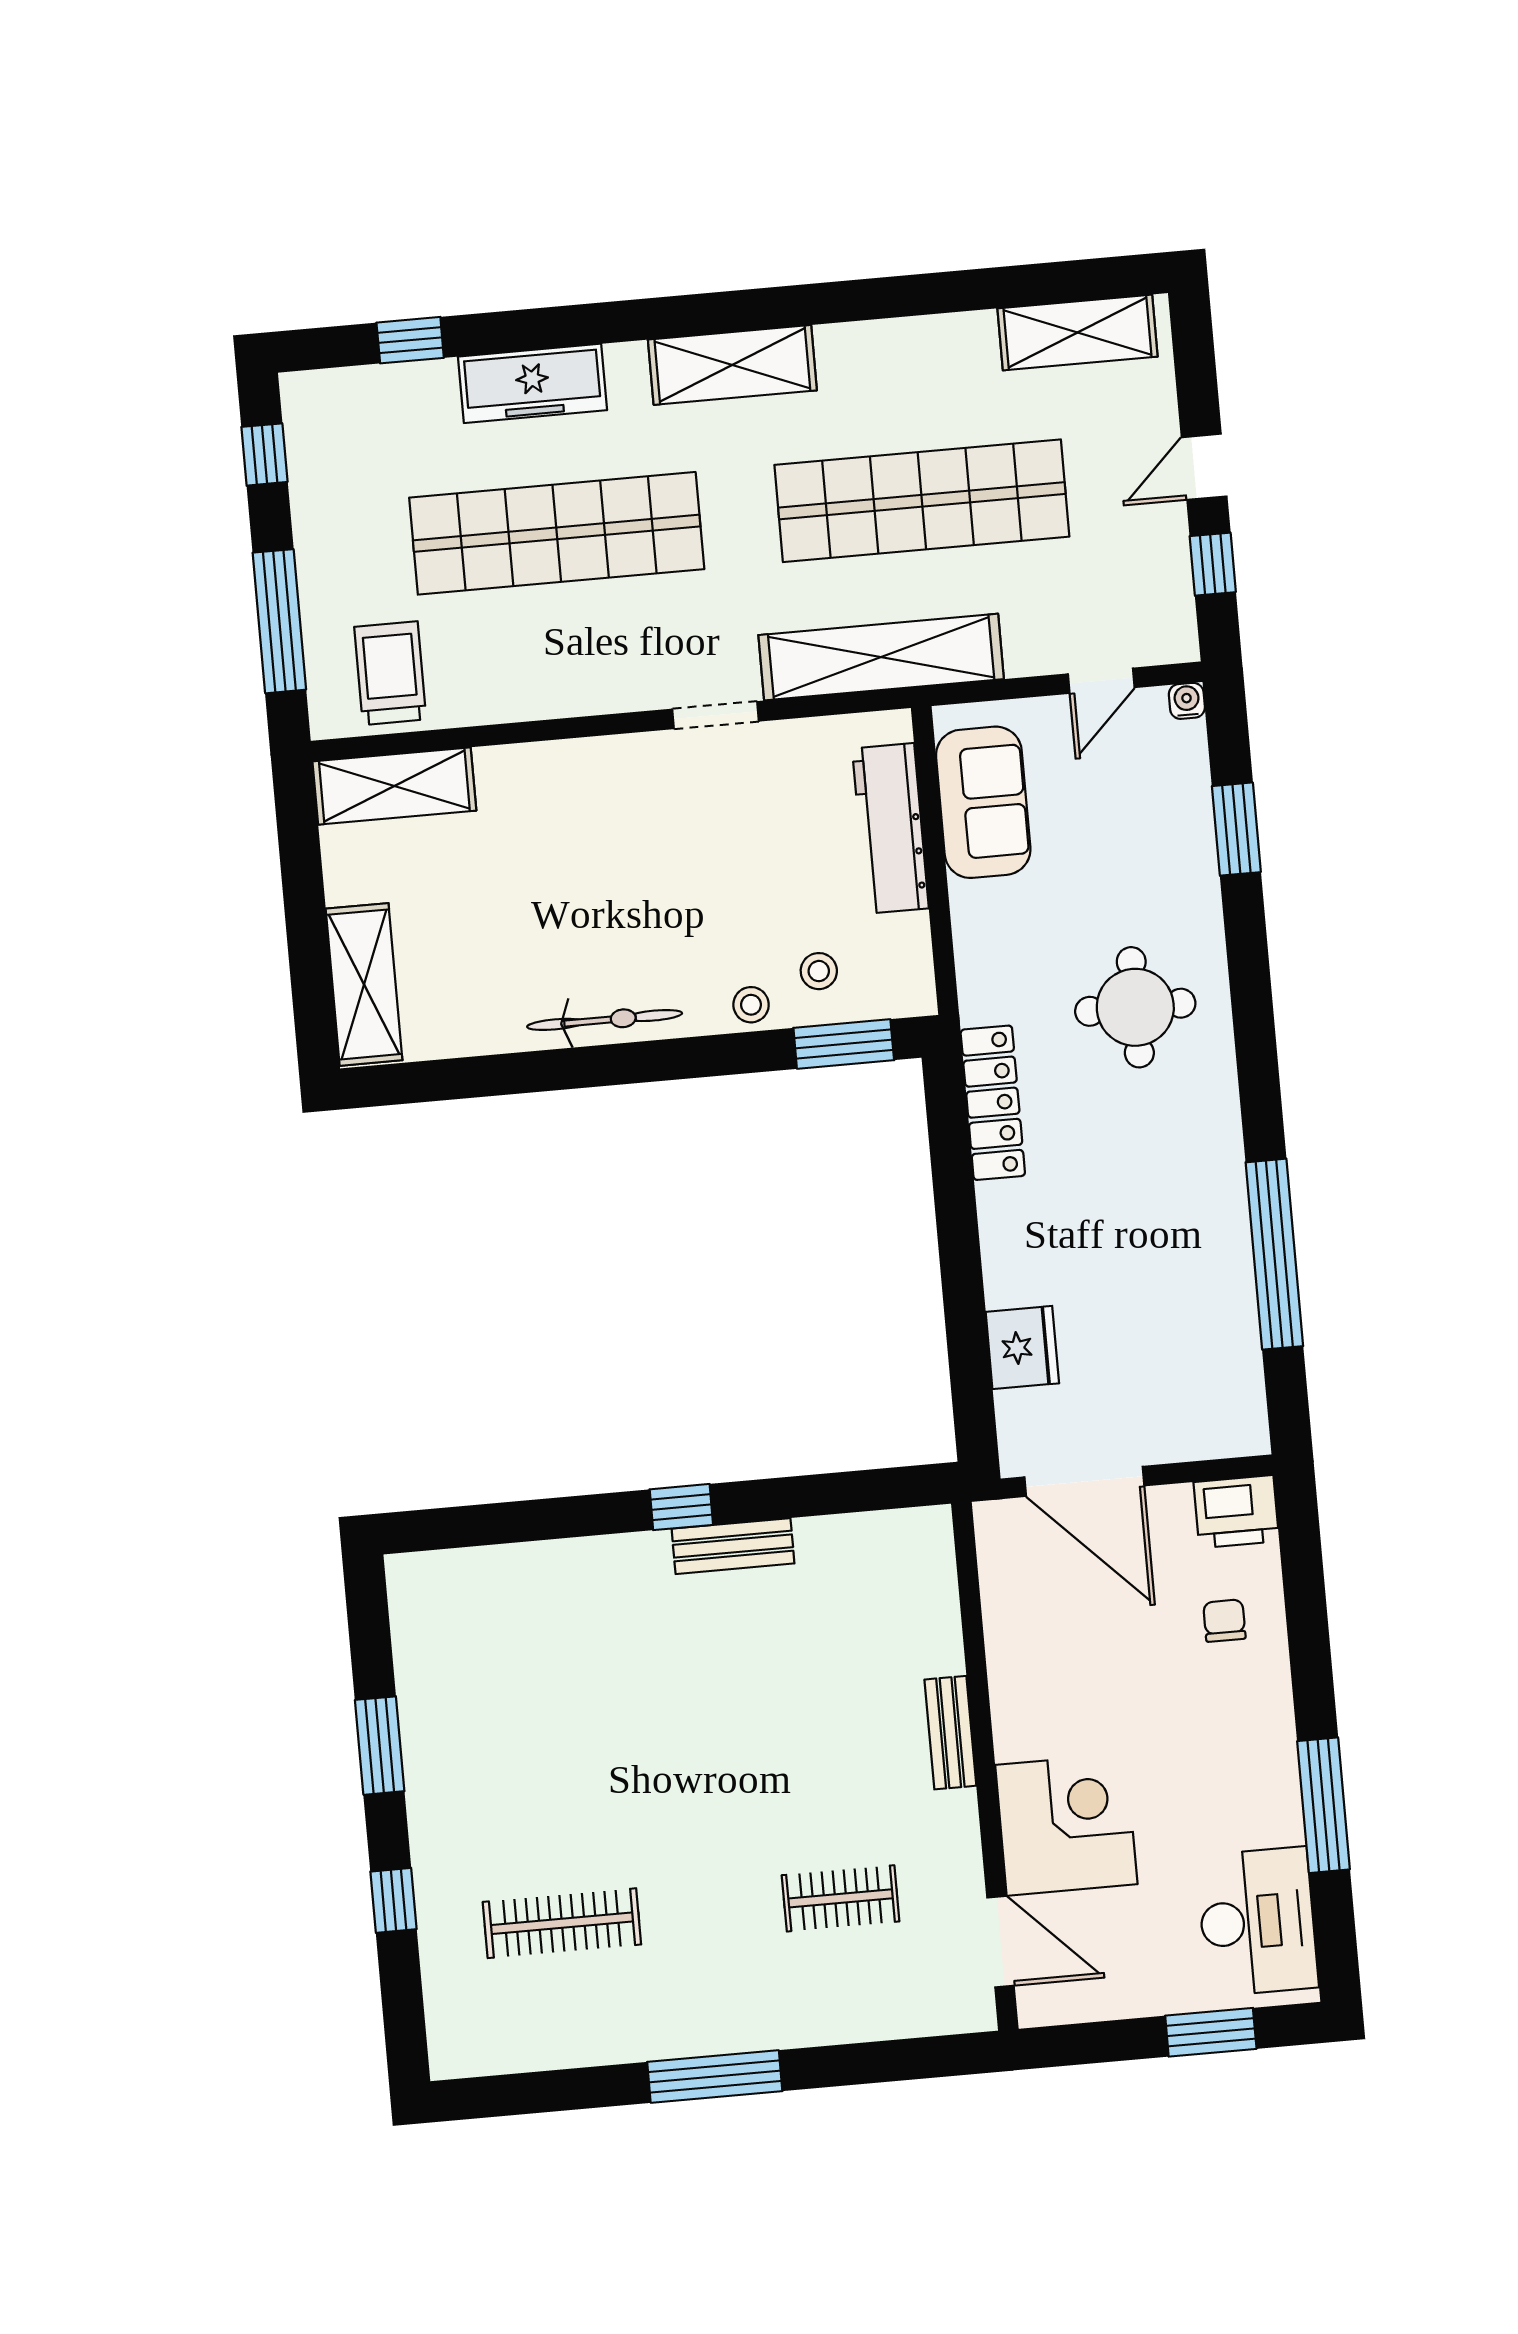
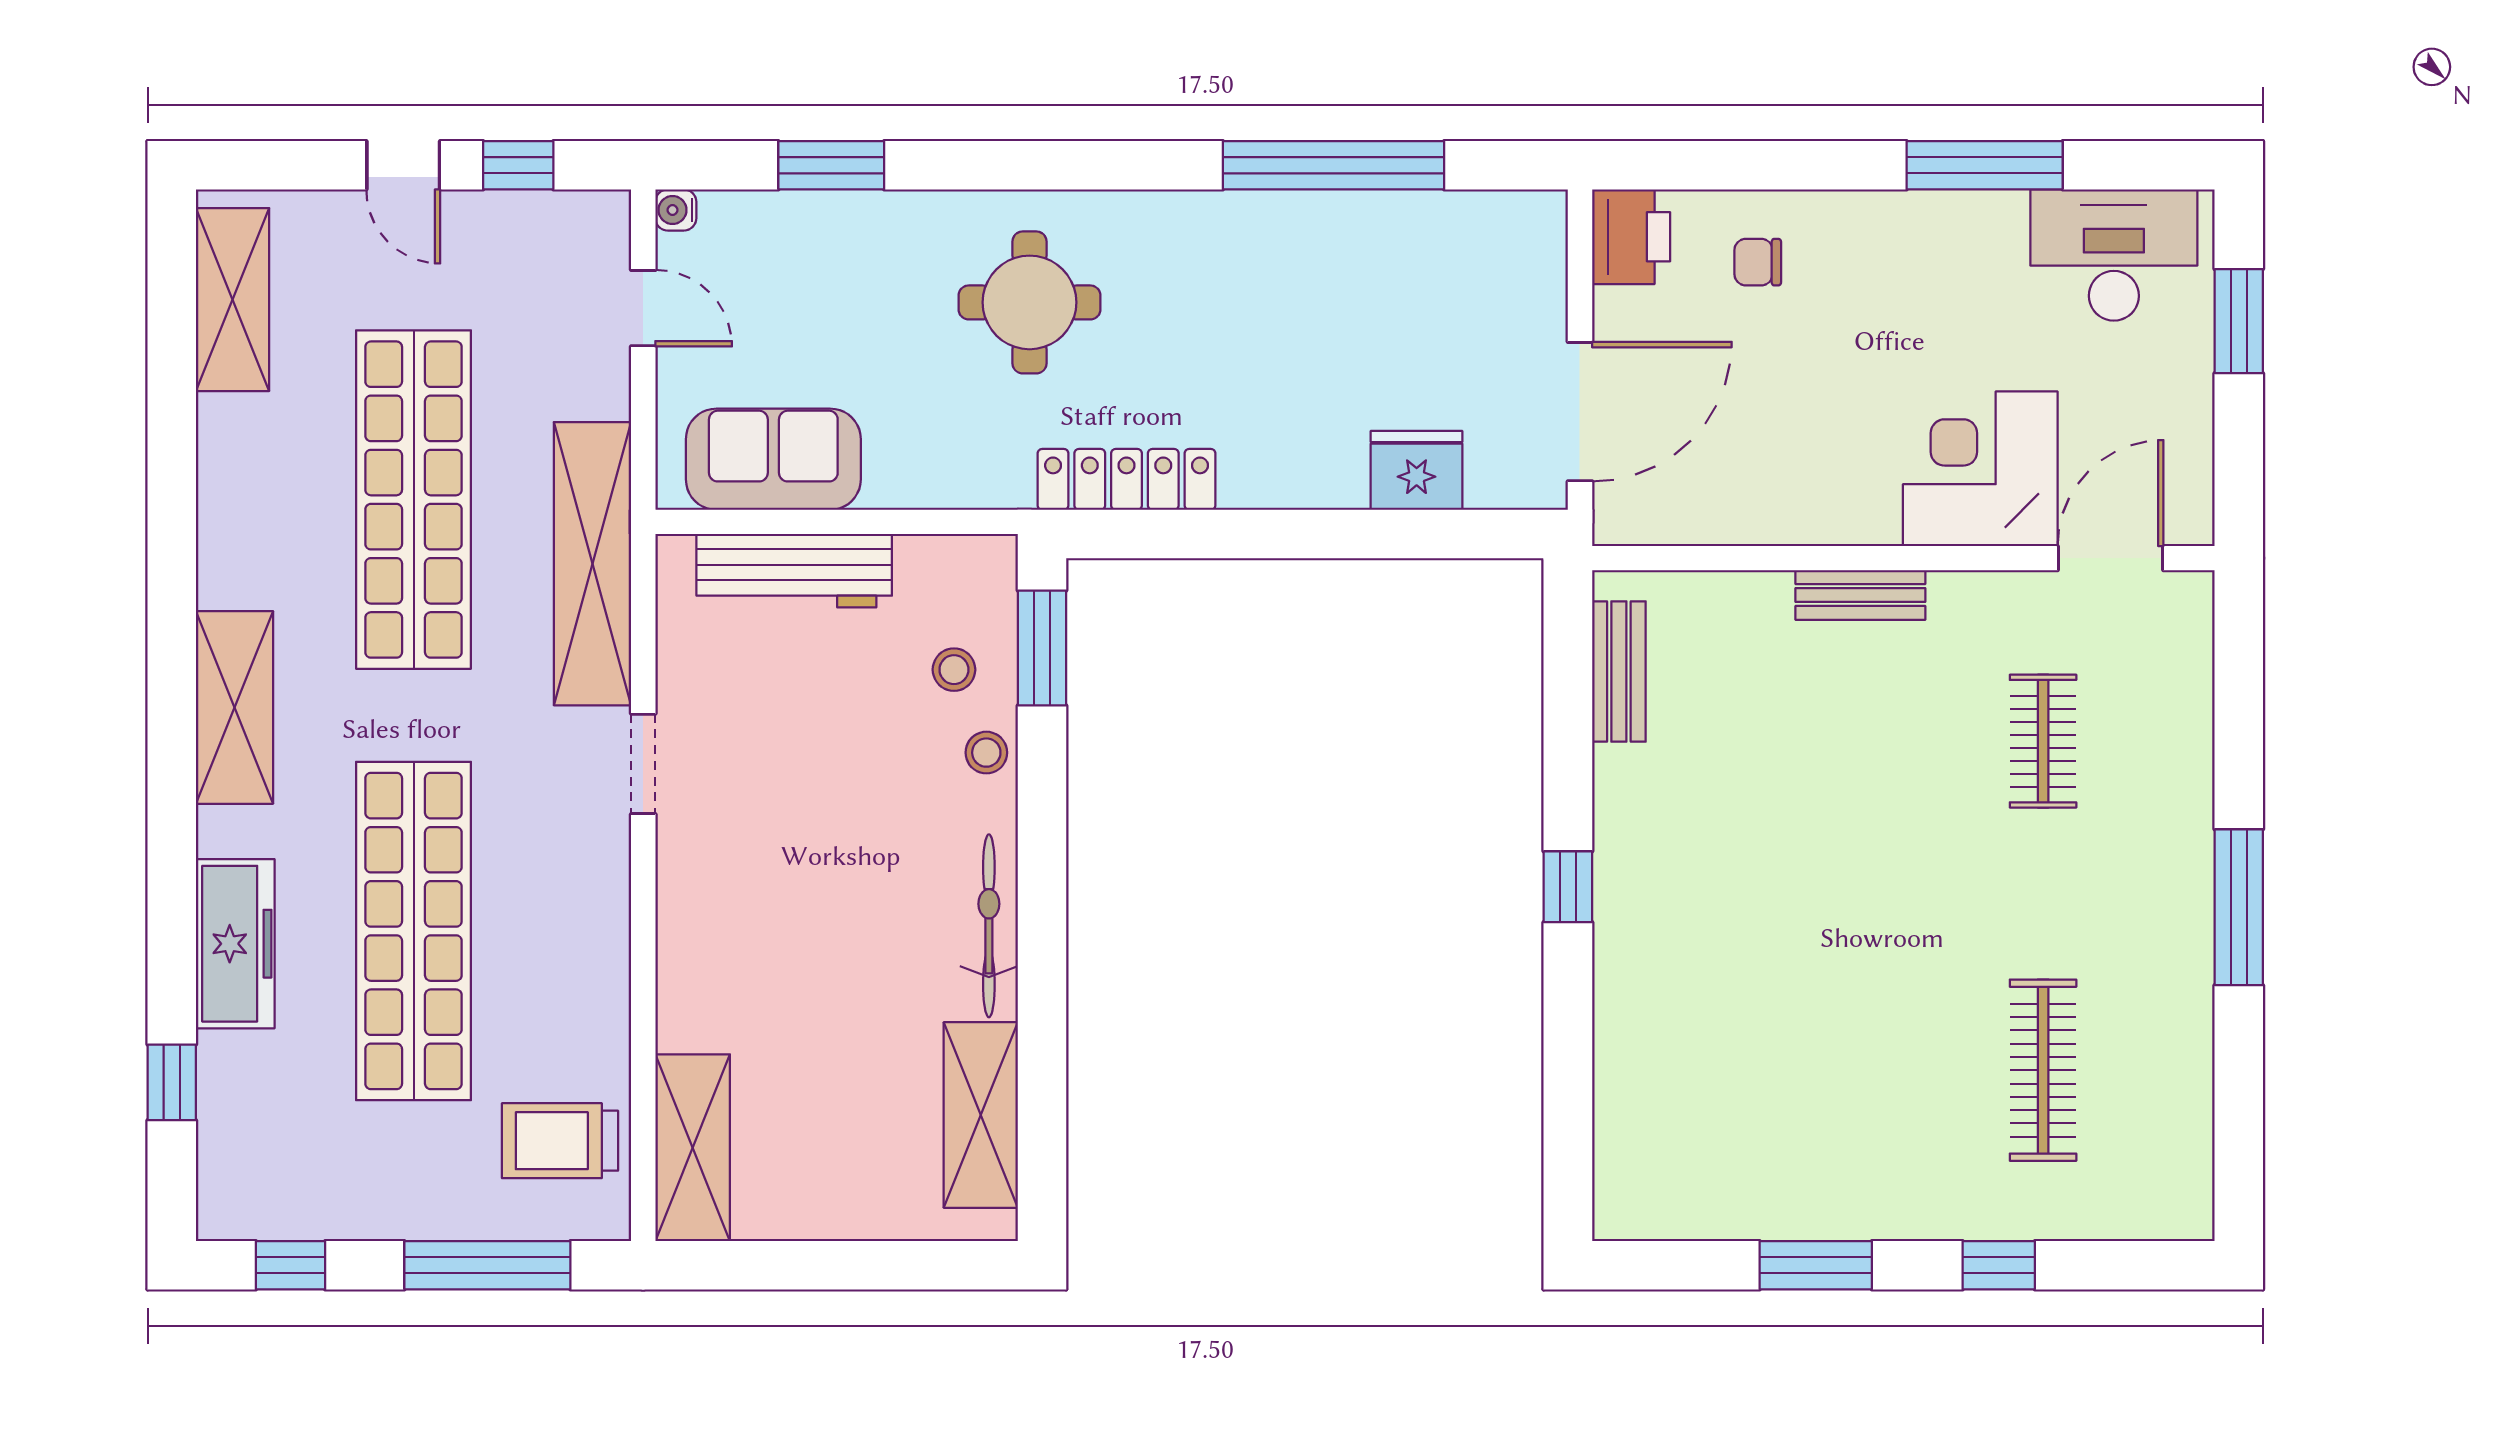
shelving: (364, 984) -> (981, 1115), moved, turned 90
bench: (733, 1546) -> (1619, 671), moved

